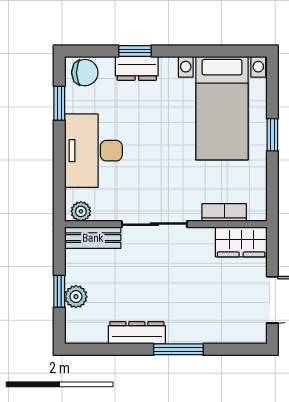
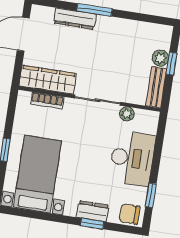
plant: (81, 211) -> (127, 114), moved
bench: (93, 238) -> (156, 87), moved, turned 90
wardrobe: (241, 242) -> (48, 80), width x1.50
dresser: (137, 333) -> (75, 19), moved

